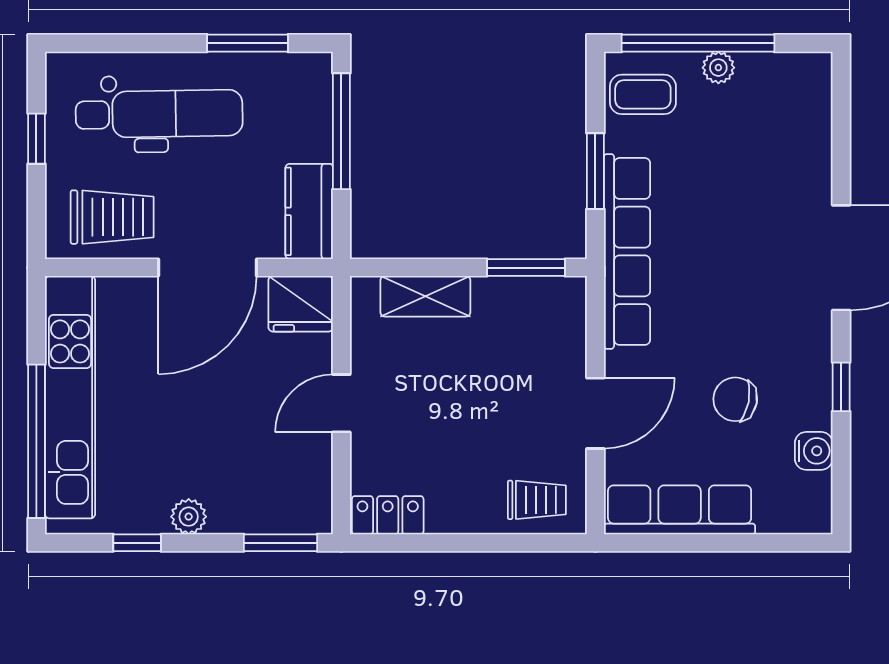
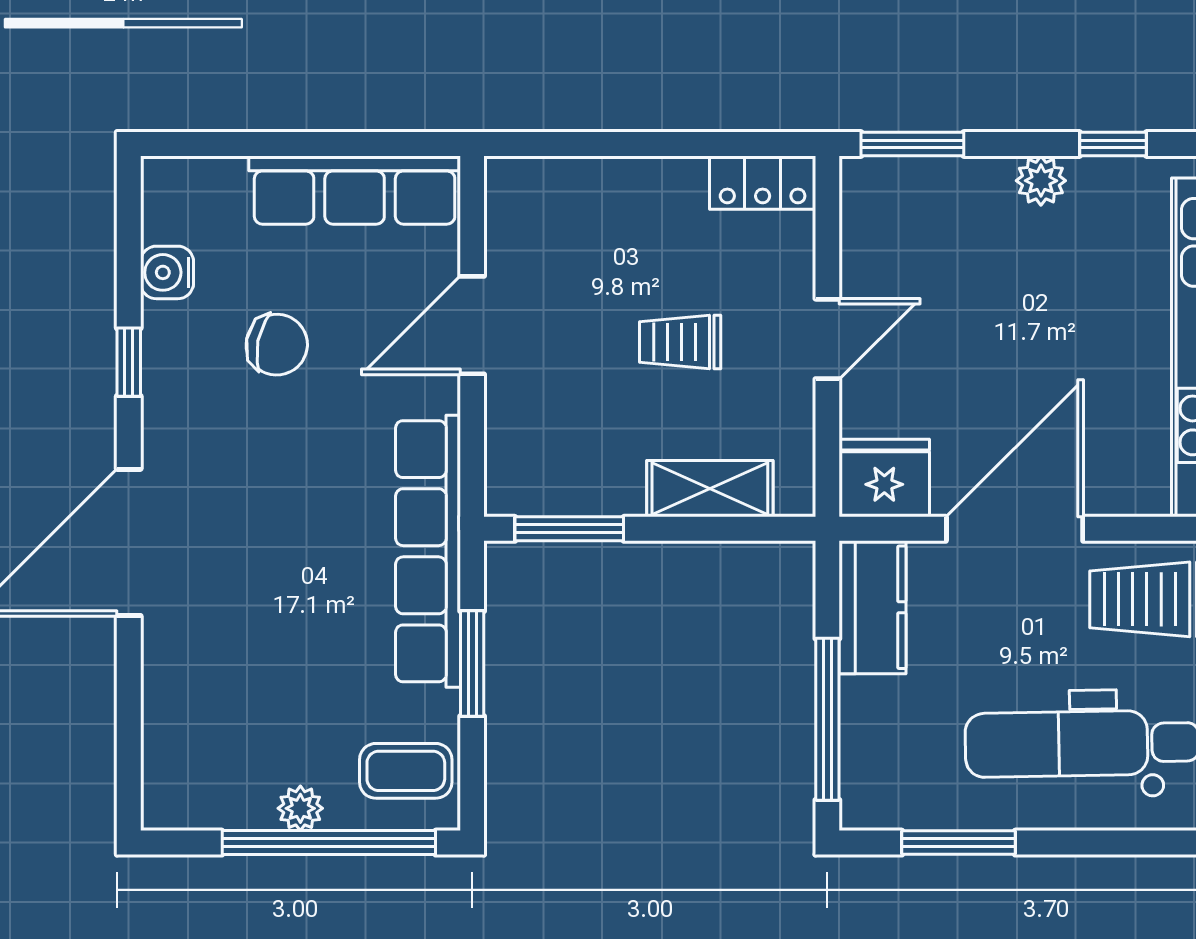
trolley: (537, 500) -> (680, 342), moved

